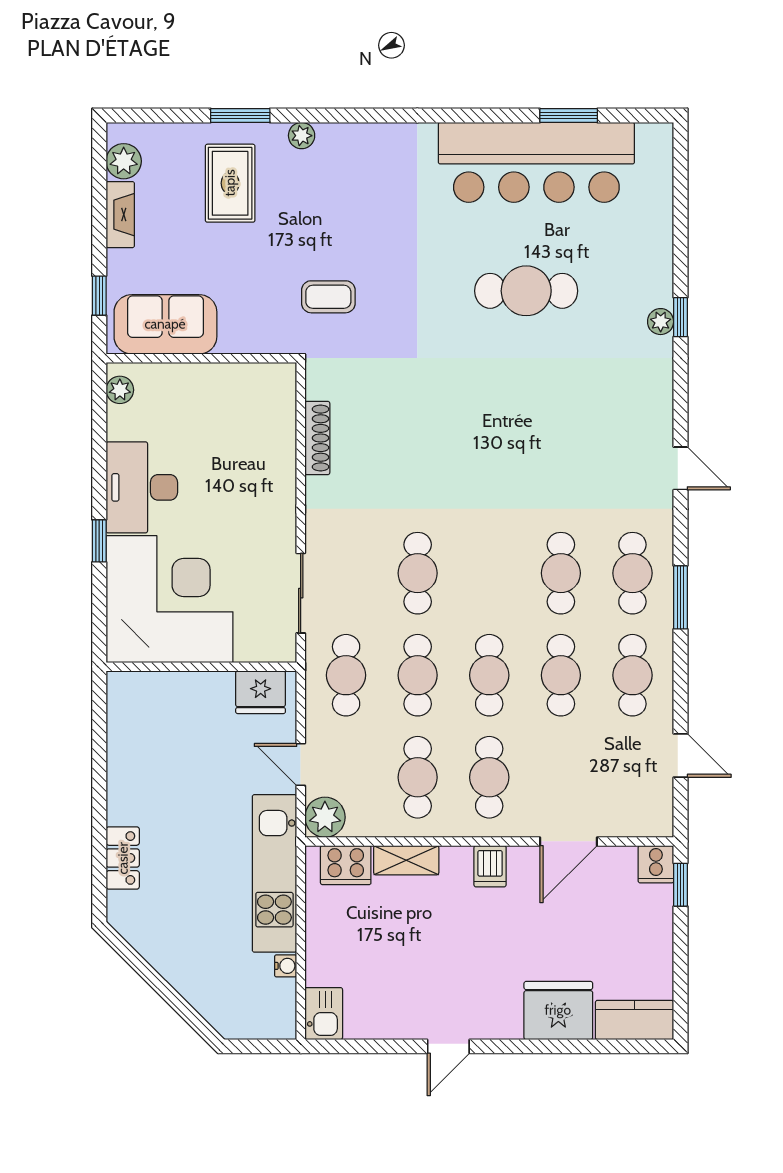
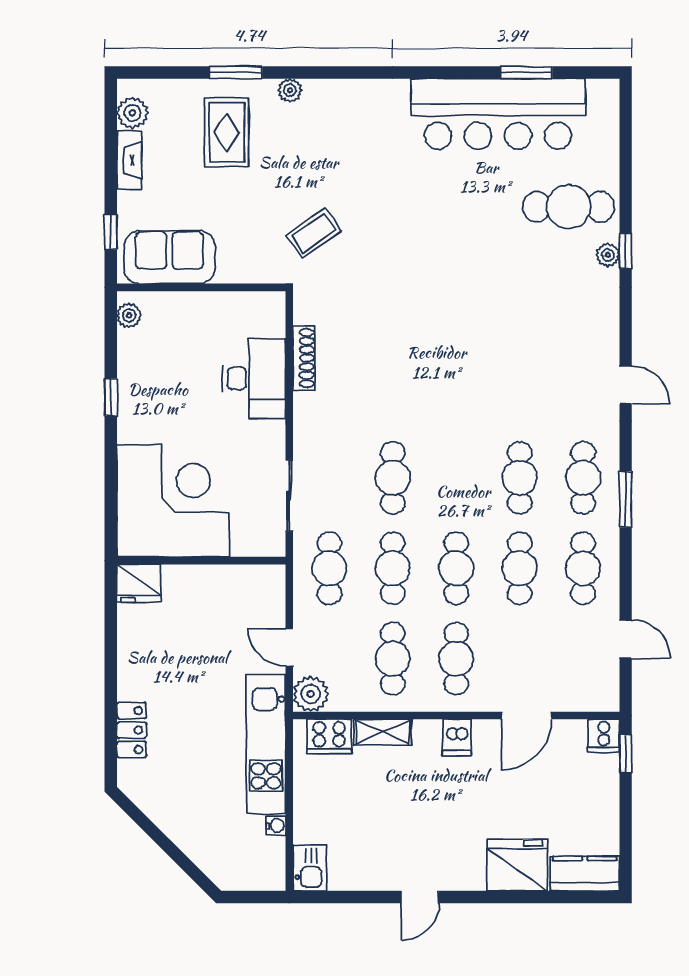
cafe table: (526, 291) -> (568, 207), moved
coffee table: (328, 297) -> (314, 233), turned -35
desk: (142, 487) -> (254, 378), moved, turned 180
window: (99, 541) -> (111, 397), moved
fridge: (261, 692) -> (139, 583), moved

